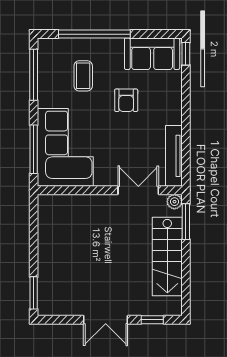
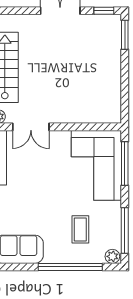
plant: (47, 46) -> (112, 256), added
armchair: (126, 100) -> (42, 208), removed
window: (152, 320) -> (104, 11), moved

